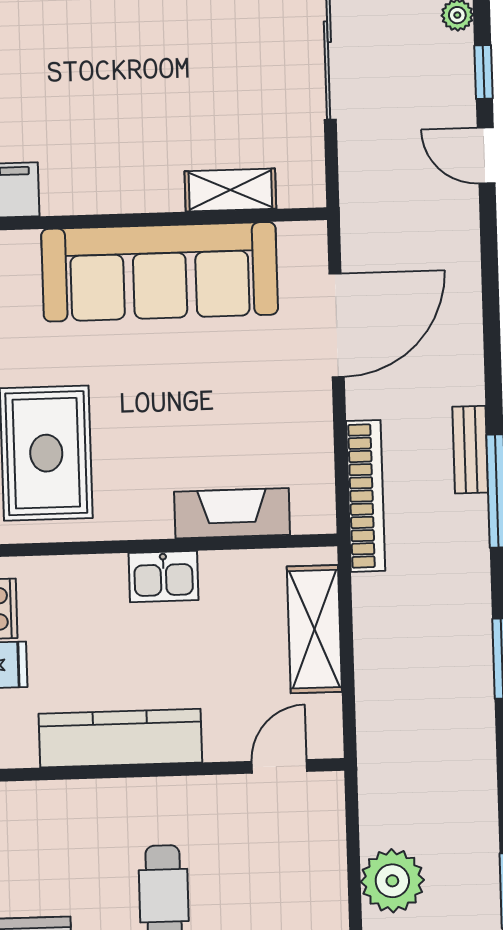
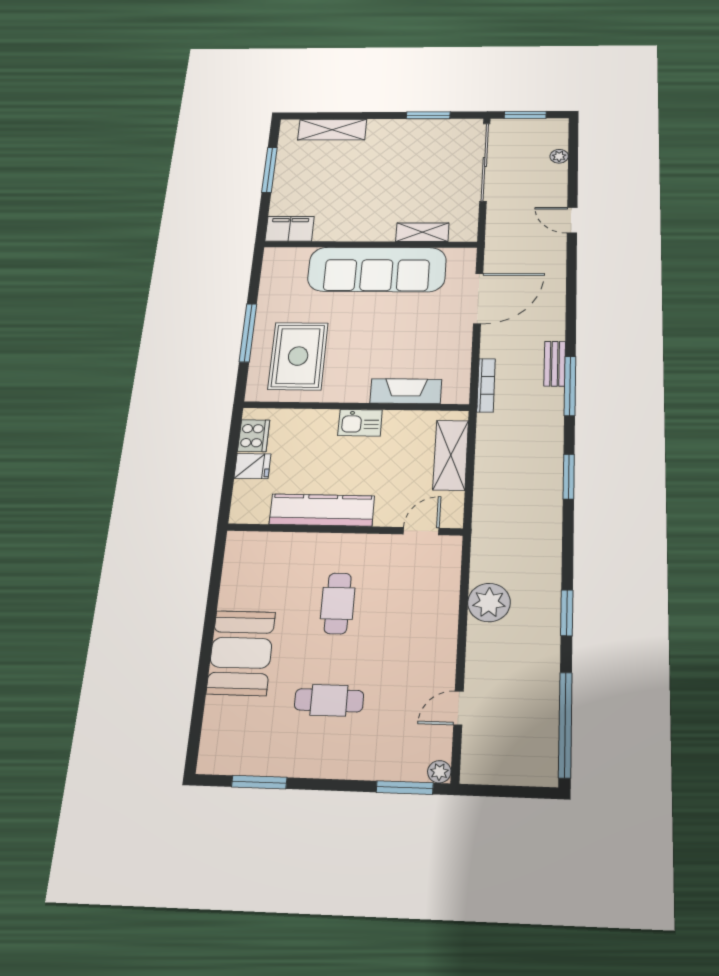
window: (483, 72) -> (573, 182), removed
bookcase: (366, 496) -> (486, 385), width x0.68, depth x0.76

